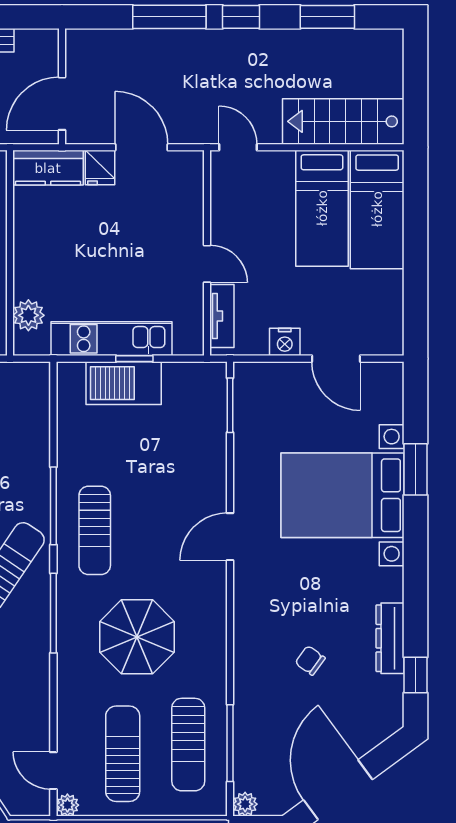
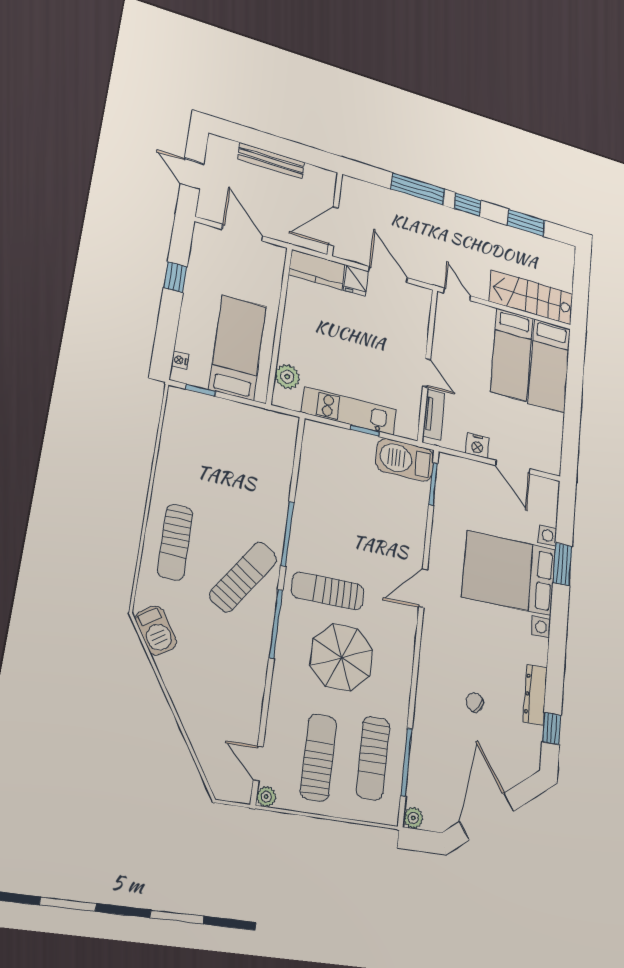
barbecue: (124, 383) -> (405, 460), moved
sun lounger: (95, 530) -> (328, 591), moved, turned 90

